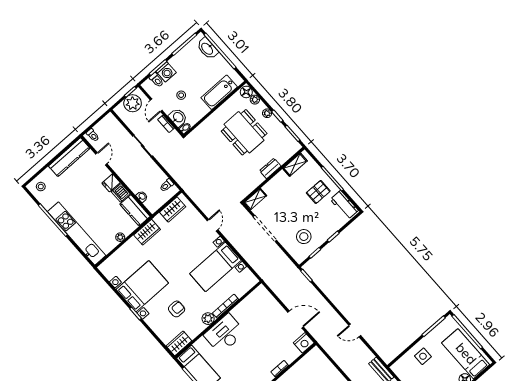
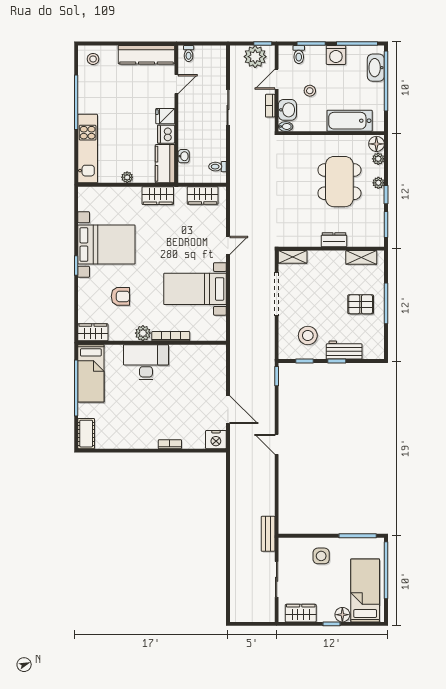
washing machine: (166, 72) -> (336, 55), moved
workbench: (344, 205) -> (344, 350), moved, turned 90
kitchen unit: (77, 233) -> (88, 149), width x0.73
door: (355, 330) -> (277, 444), moved

